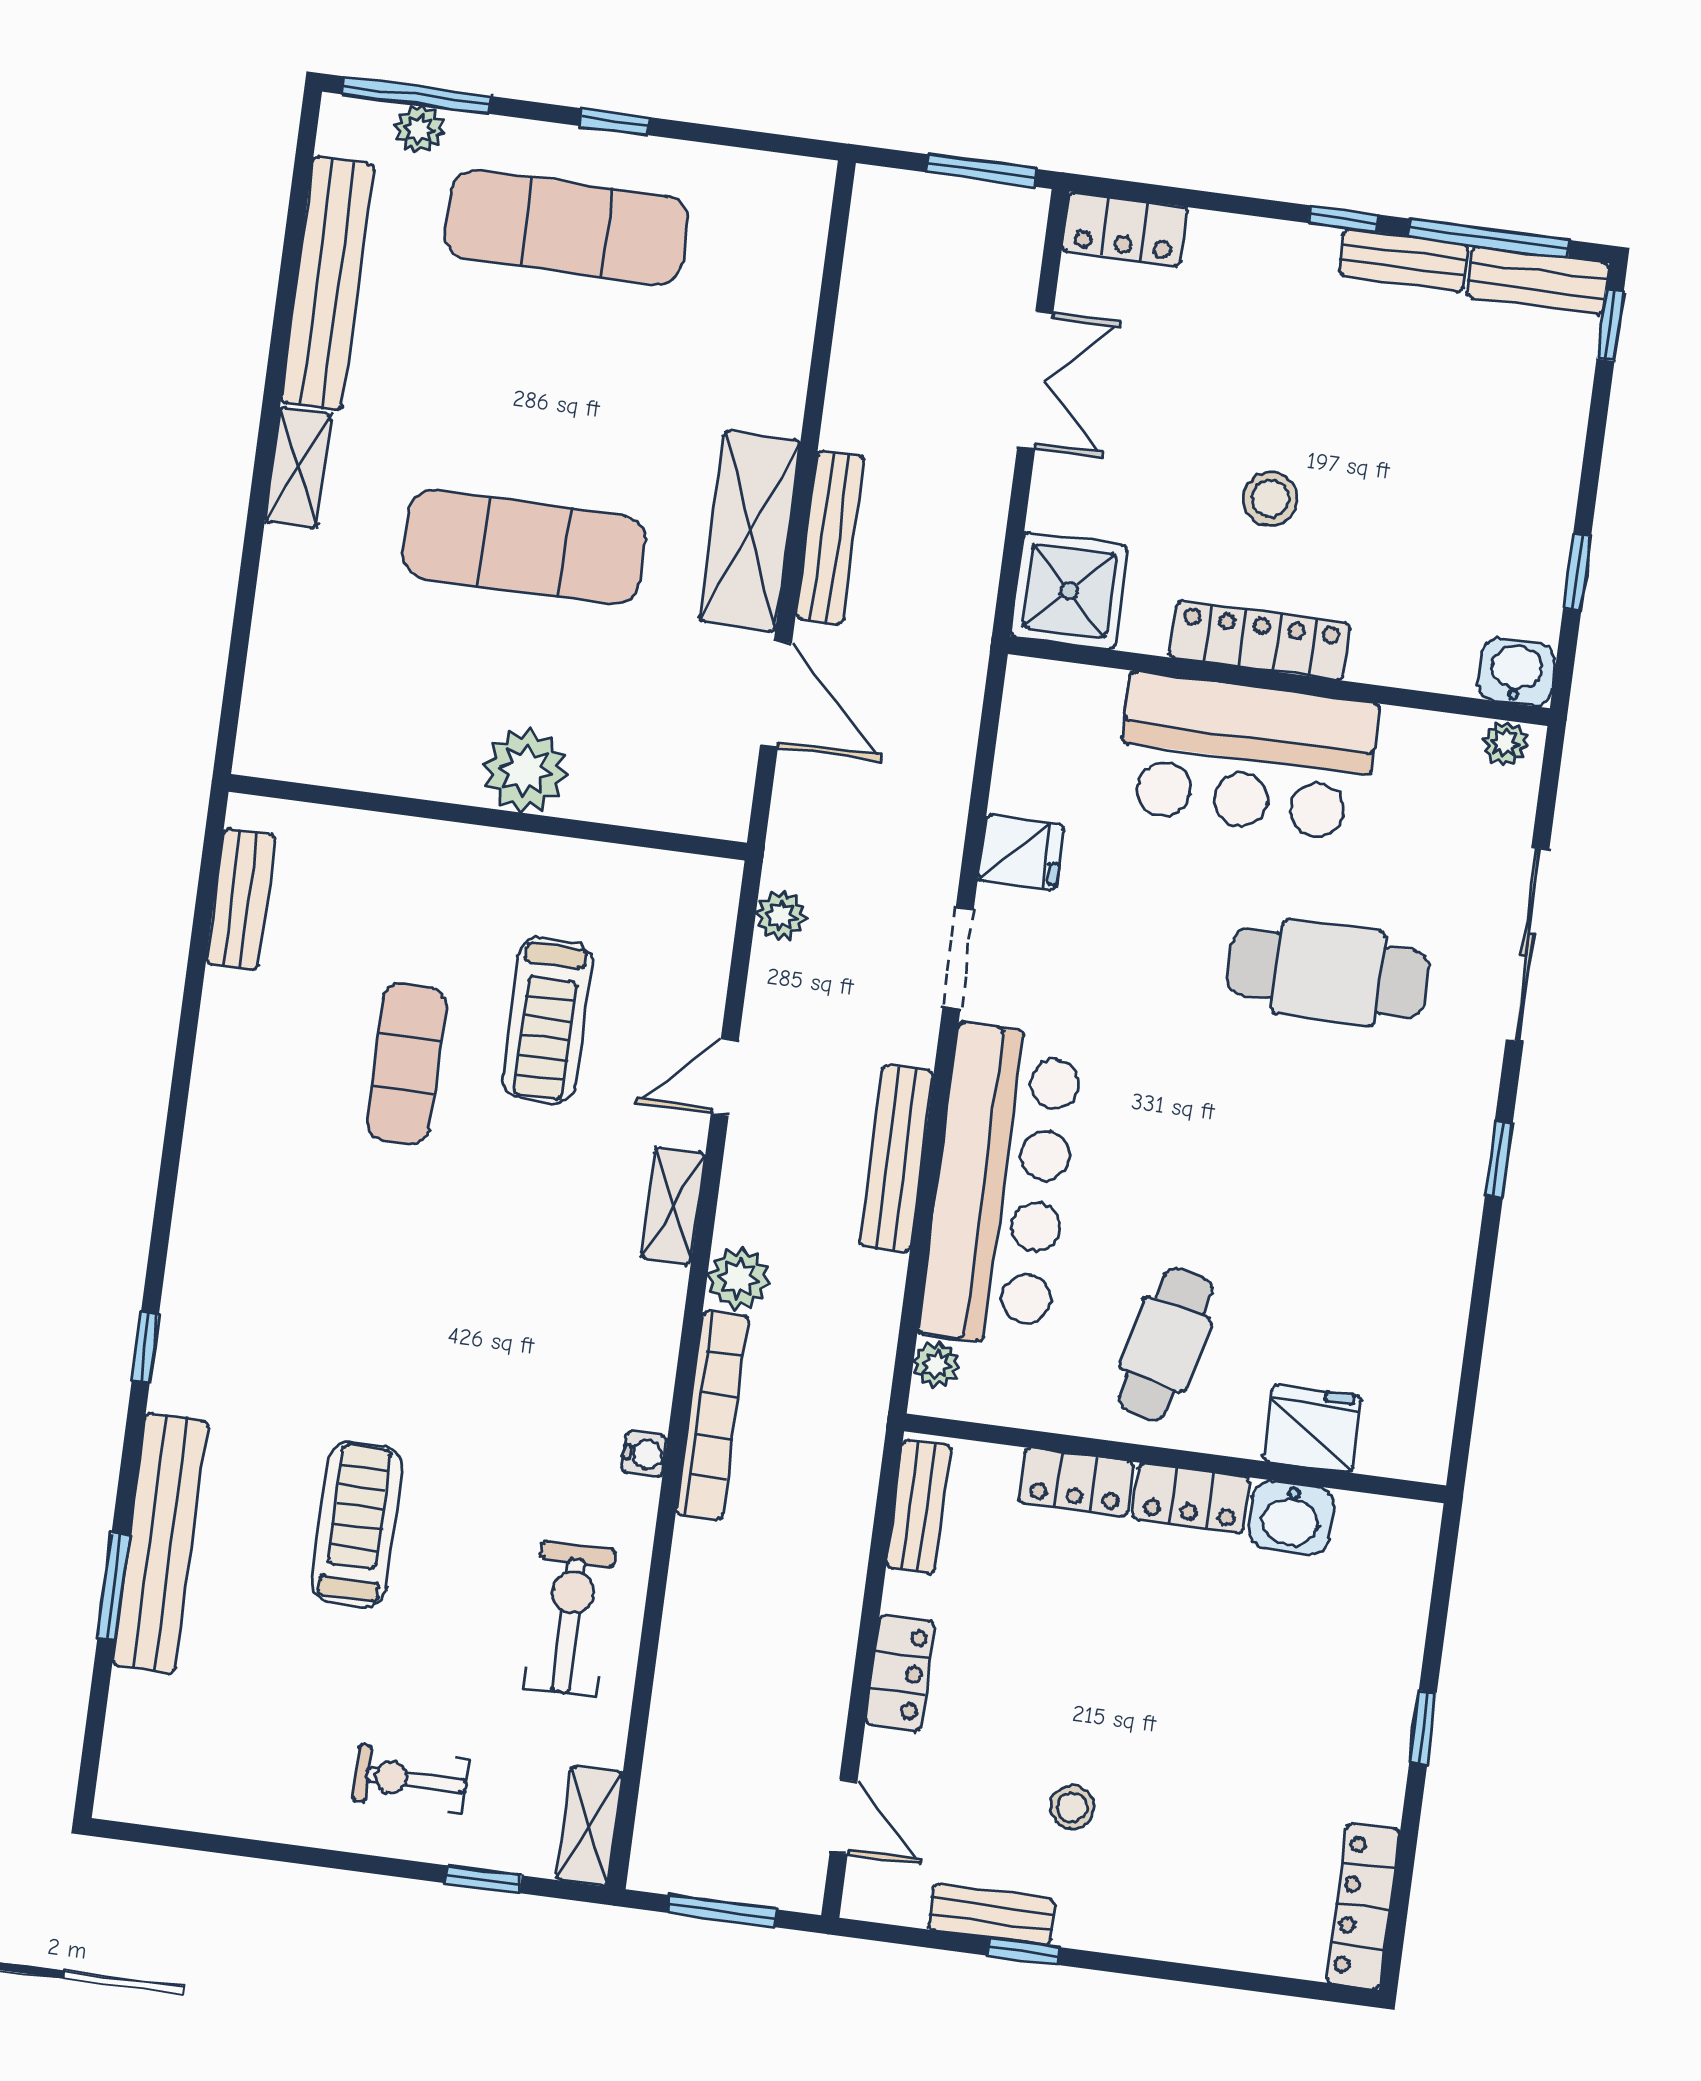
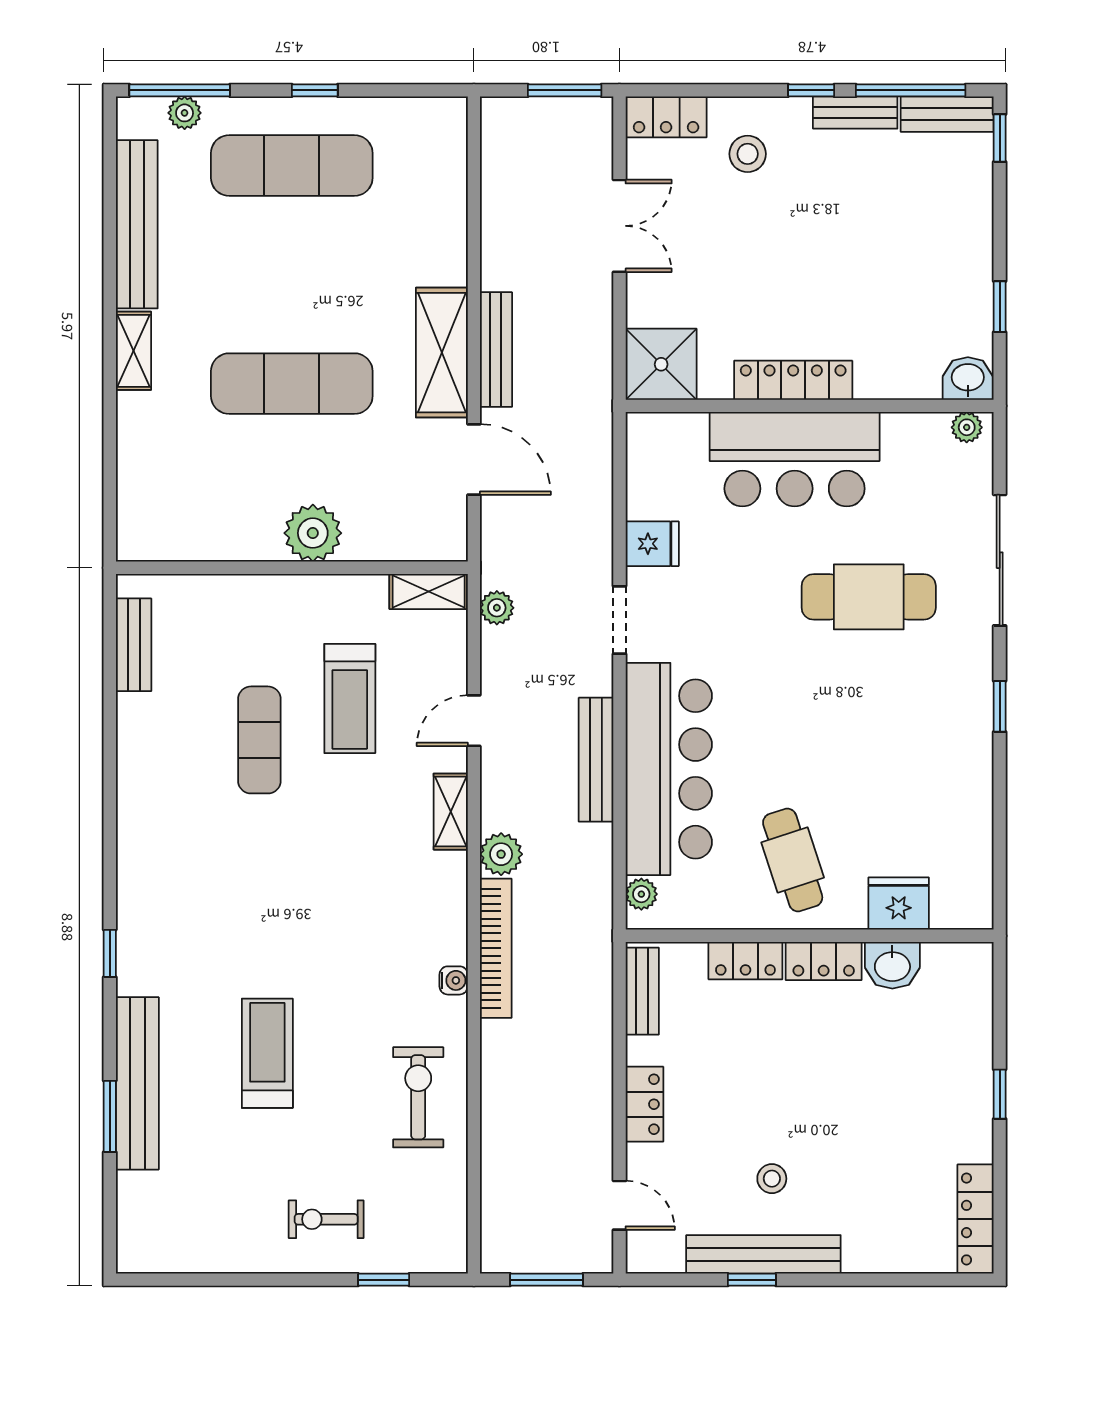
stool: (1270, 499) -> (748, 154), moved
cafe table: (1165, 1344) -> (793, 860), turned -31
shelving: (590, 1826) -> (429, 591), moved, turned 90
bench: (992, 1914) -> (763, 1254), width x1.86, depth x1.21

